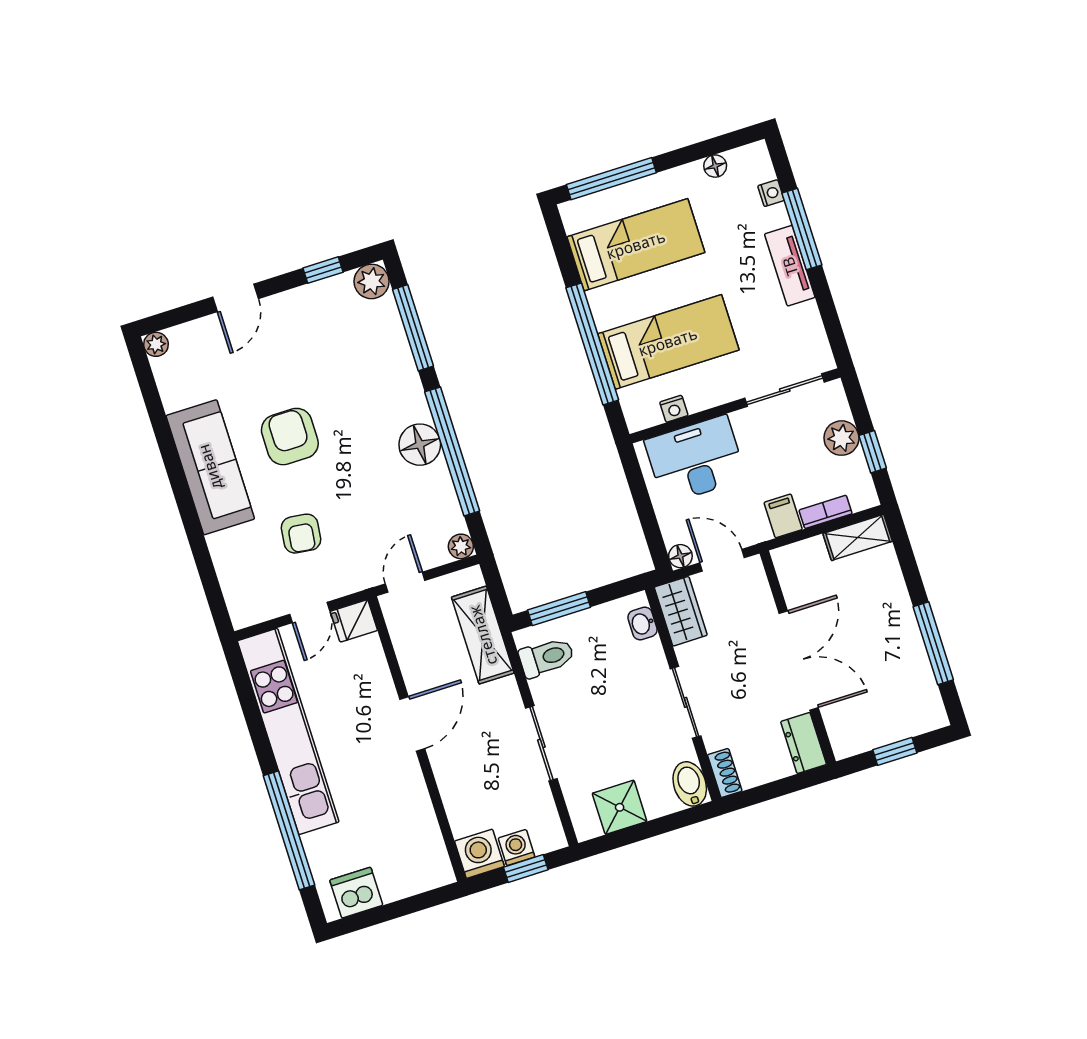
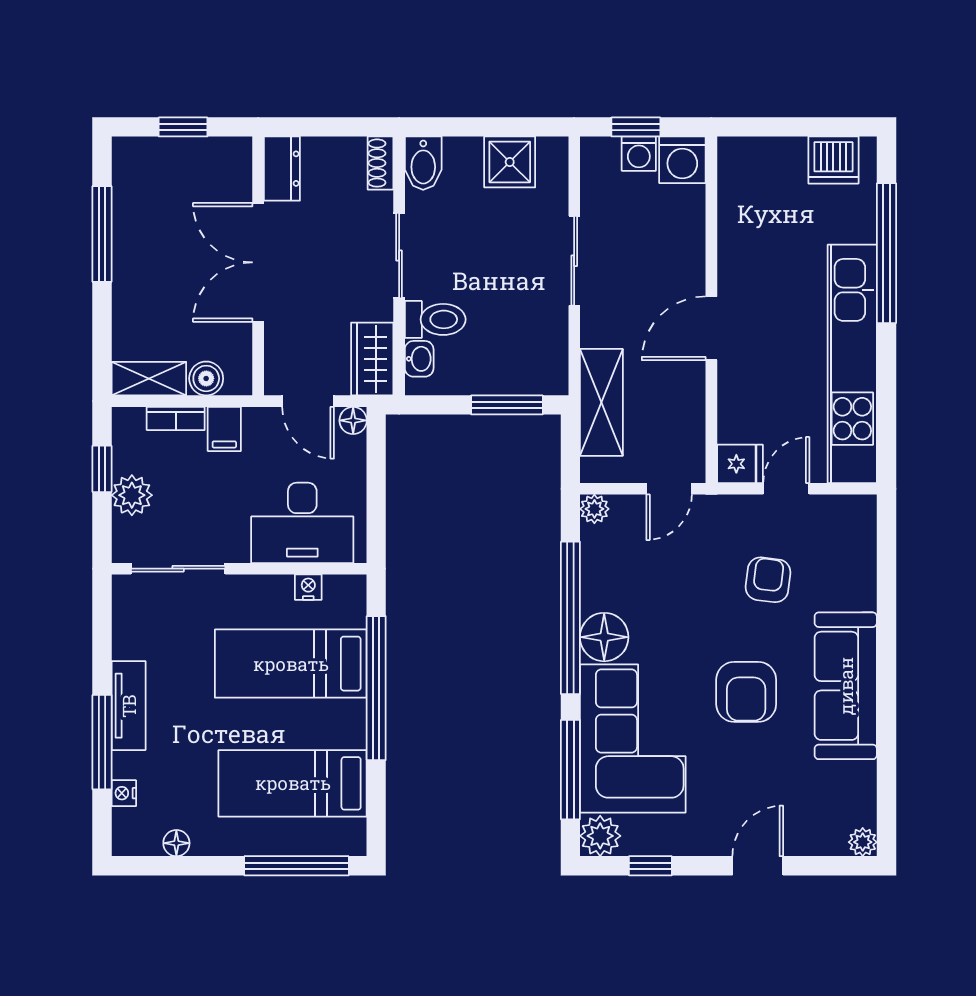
corner sofa: (370, 369) -> (633, 738), added
boiler: (811, 552) -> (206, 378), added
toilet: (547, 657) -> (435, 319), moved, turned 180

